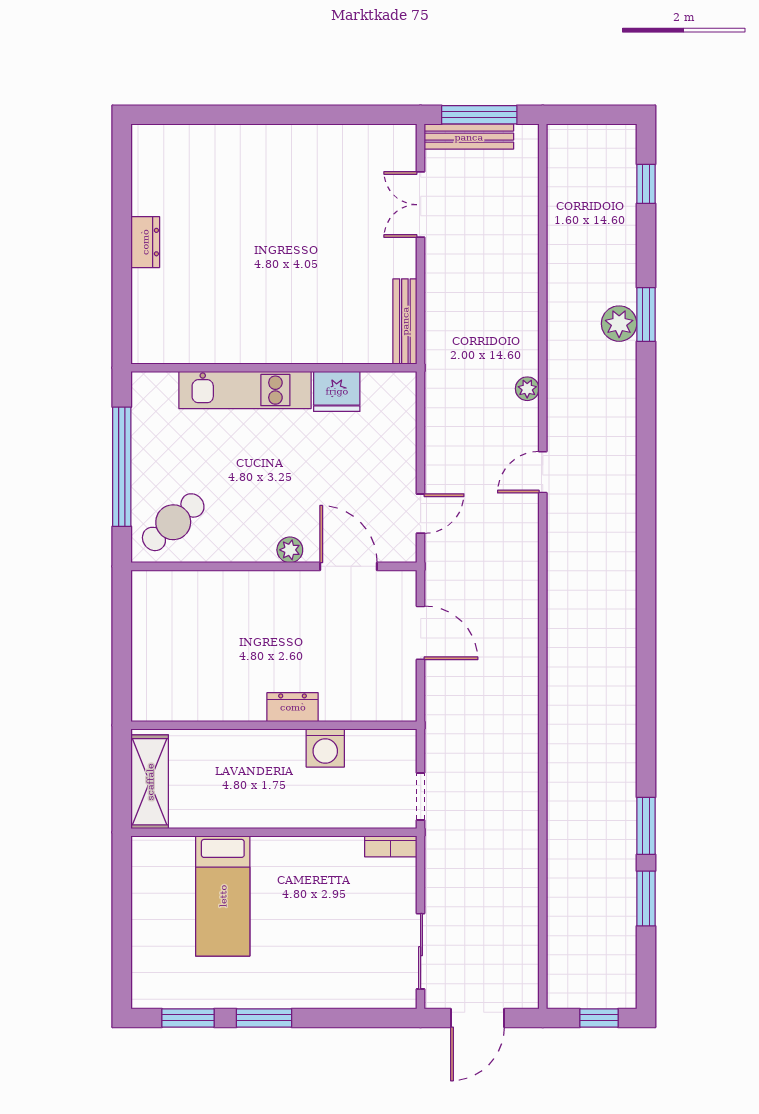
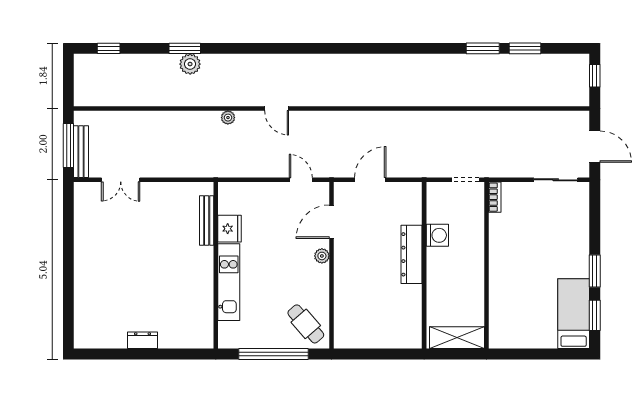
bench: (405, 321) -> (207, 220), moved, turned 90
dresser: (293, 707) -> (412, 254), width x1.96, depth x1.24
bed: (223, 896) -> (574, 314), moved, turned -90

